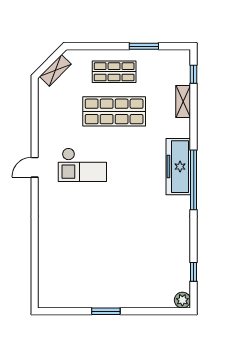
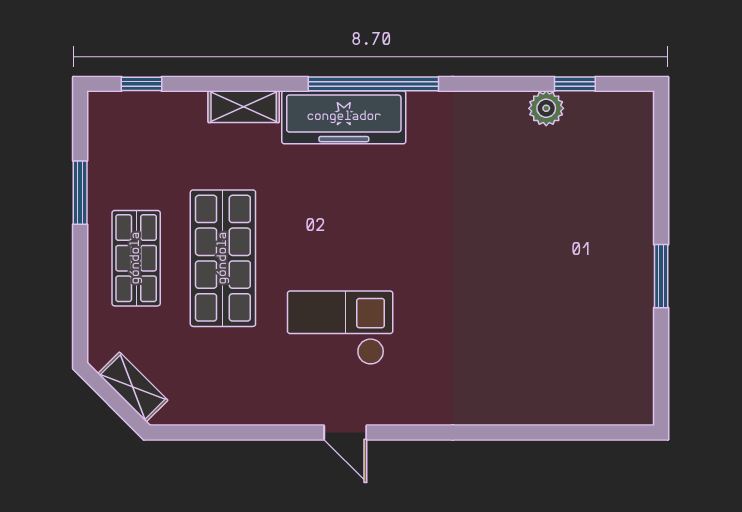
shelving: (183, 101) -> (244, 107), moved
checkout: (82, 165) -> (340, 328), turned -90
plant: (182, 300) -> (546, 108), moved

